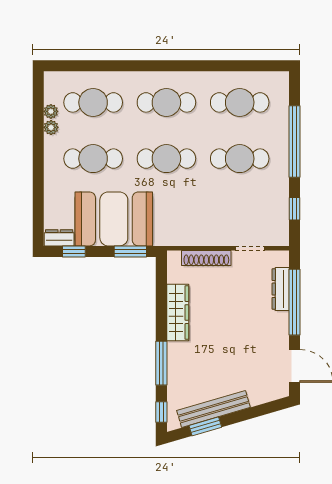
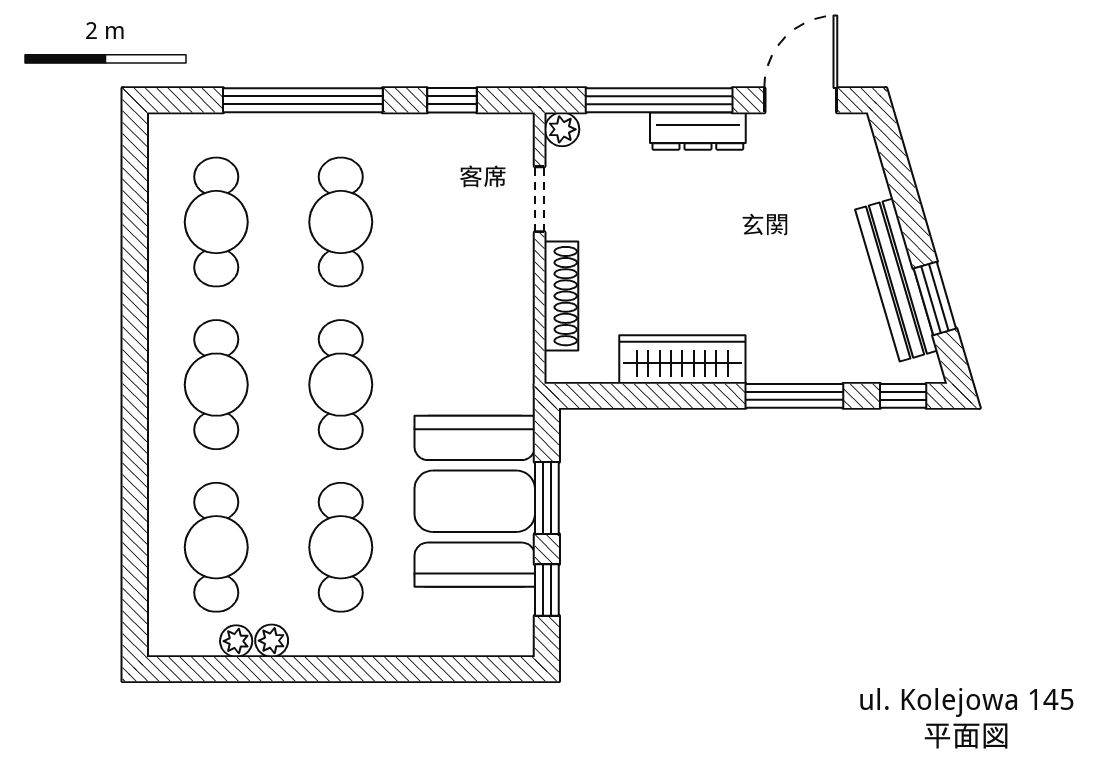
dresser: (59, 238) -> (517, 623), removed
window: (130, 251) -> (547, 498), moved
plant: (281, 258) -> (562, 129), added
dresser: (281, 289) -> (698, 131), moved

